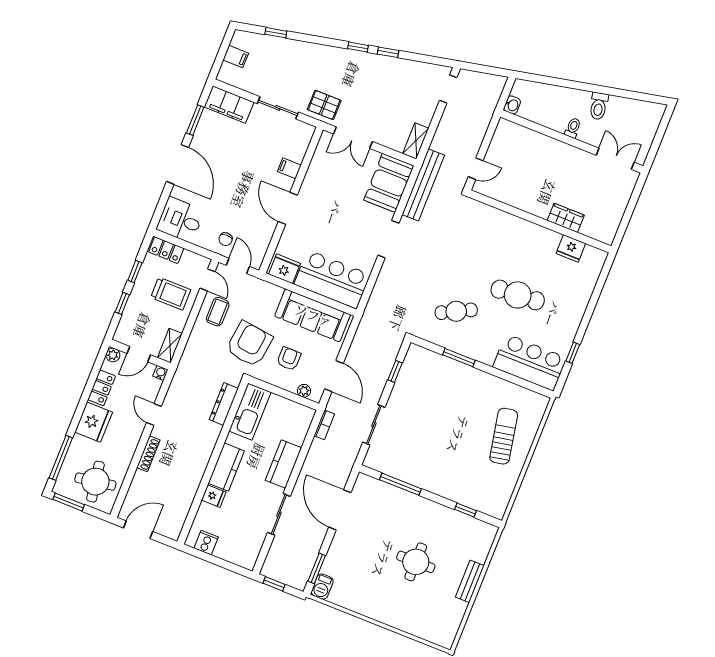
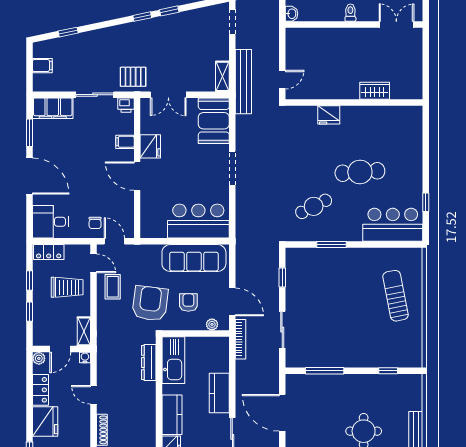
printer: (305, 131) -> (126, 105), added
bench: (423, 185) -> (243, 82), moved
fridge: (571, 248) -> (329, 115), moved
fridge: (284, 269) -> (150, 146), moved, turned 90
bookcase: (324, 425) -> (241, 339), width x1.56

